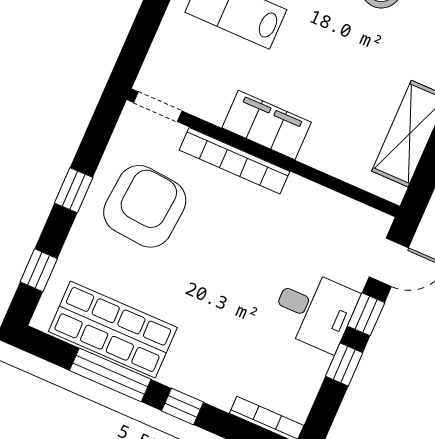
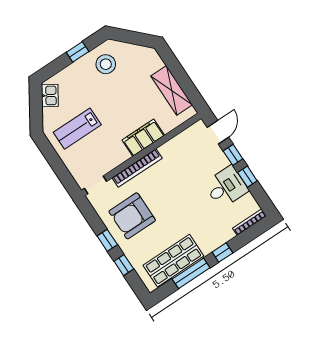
filing cabinet: (267, 125) -> (143, 138), moved
armchair: (145, 206) -> (132, 216), turned -95
window: (39, 270) -> (124, 265), moved
desk: (314, 310) -> (226, 187), moved

